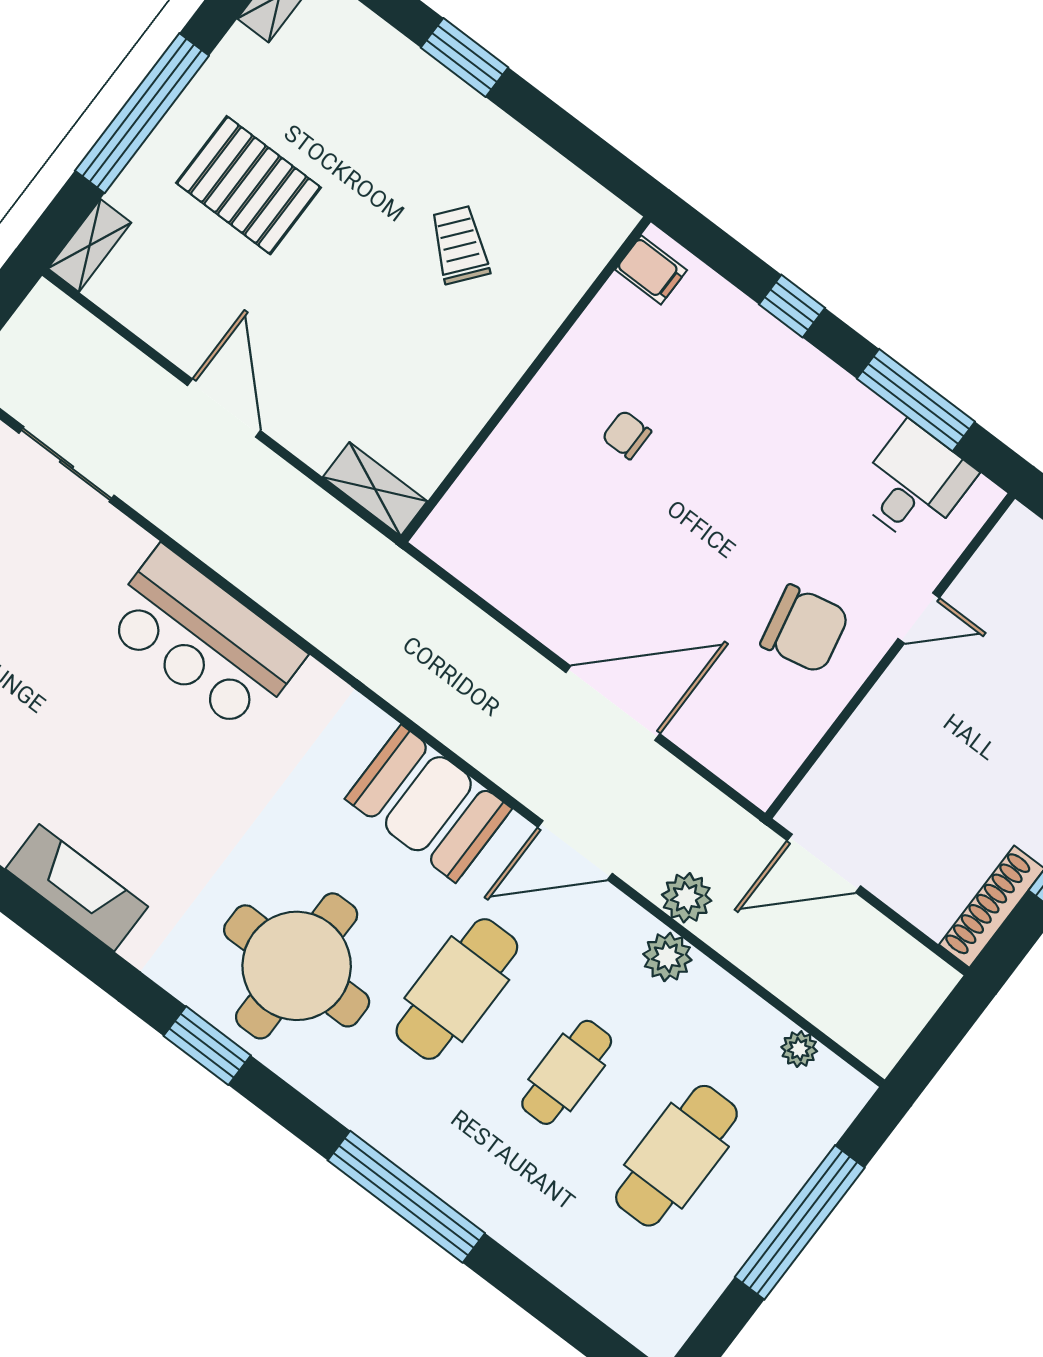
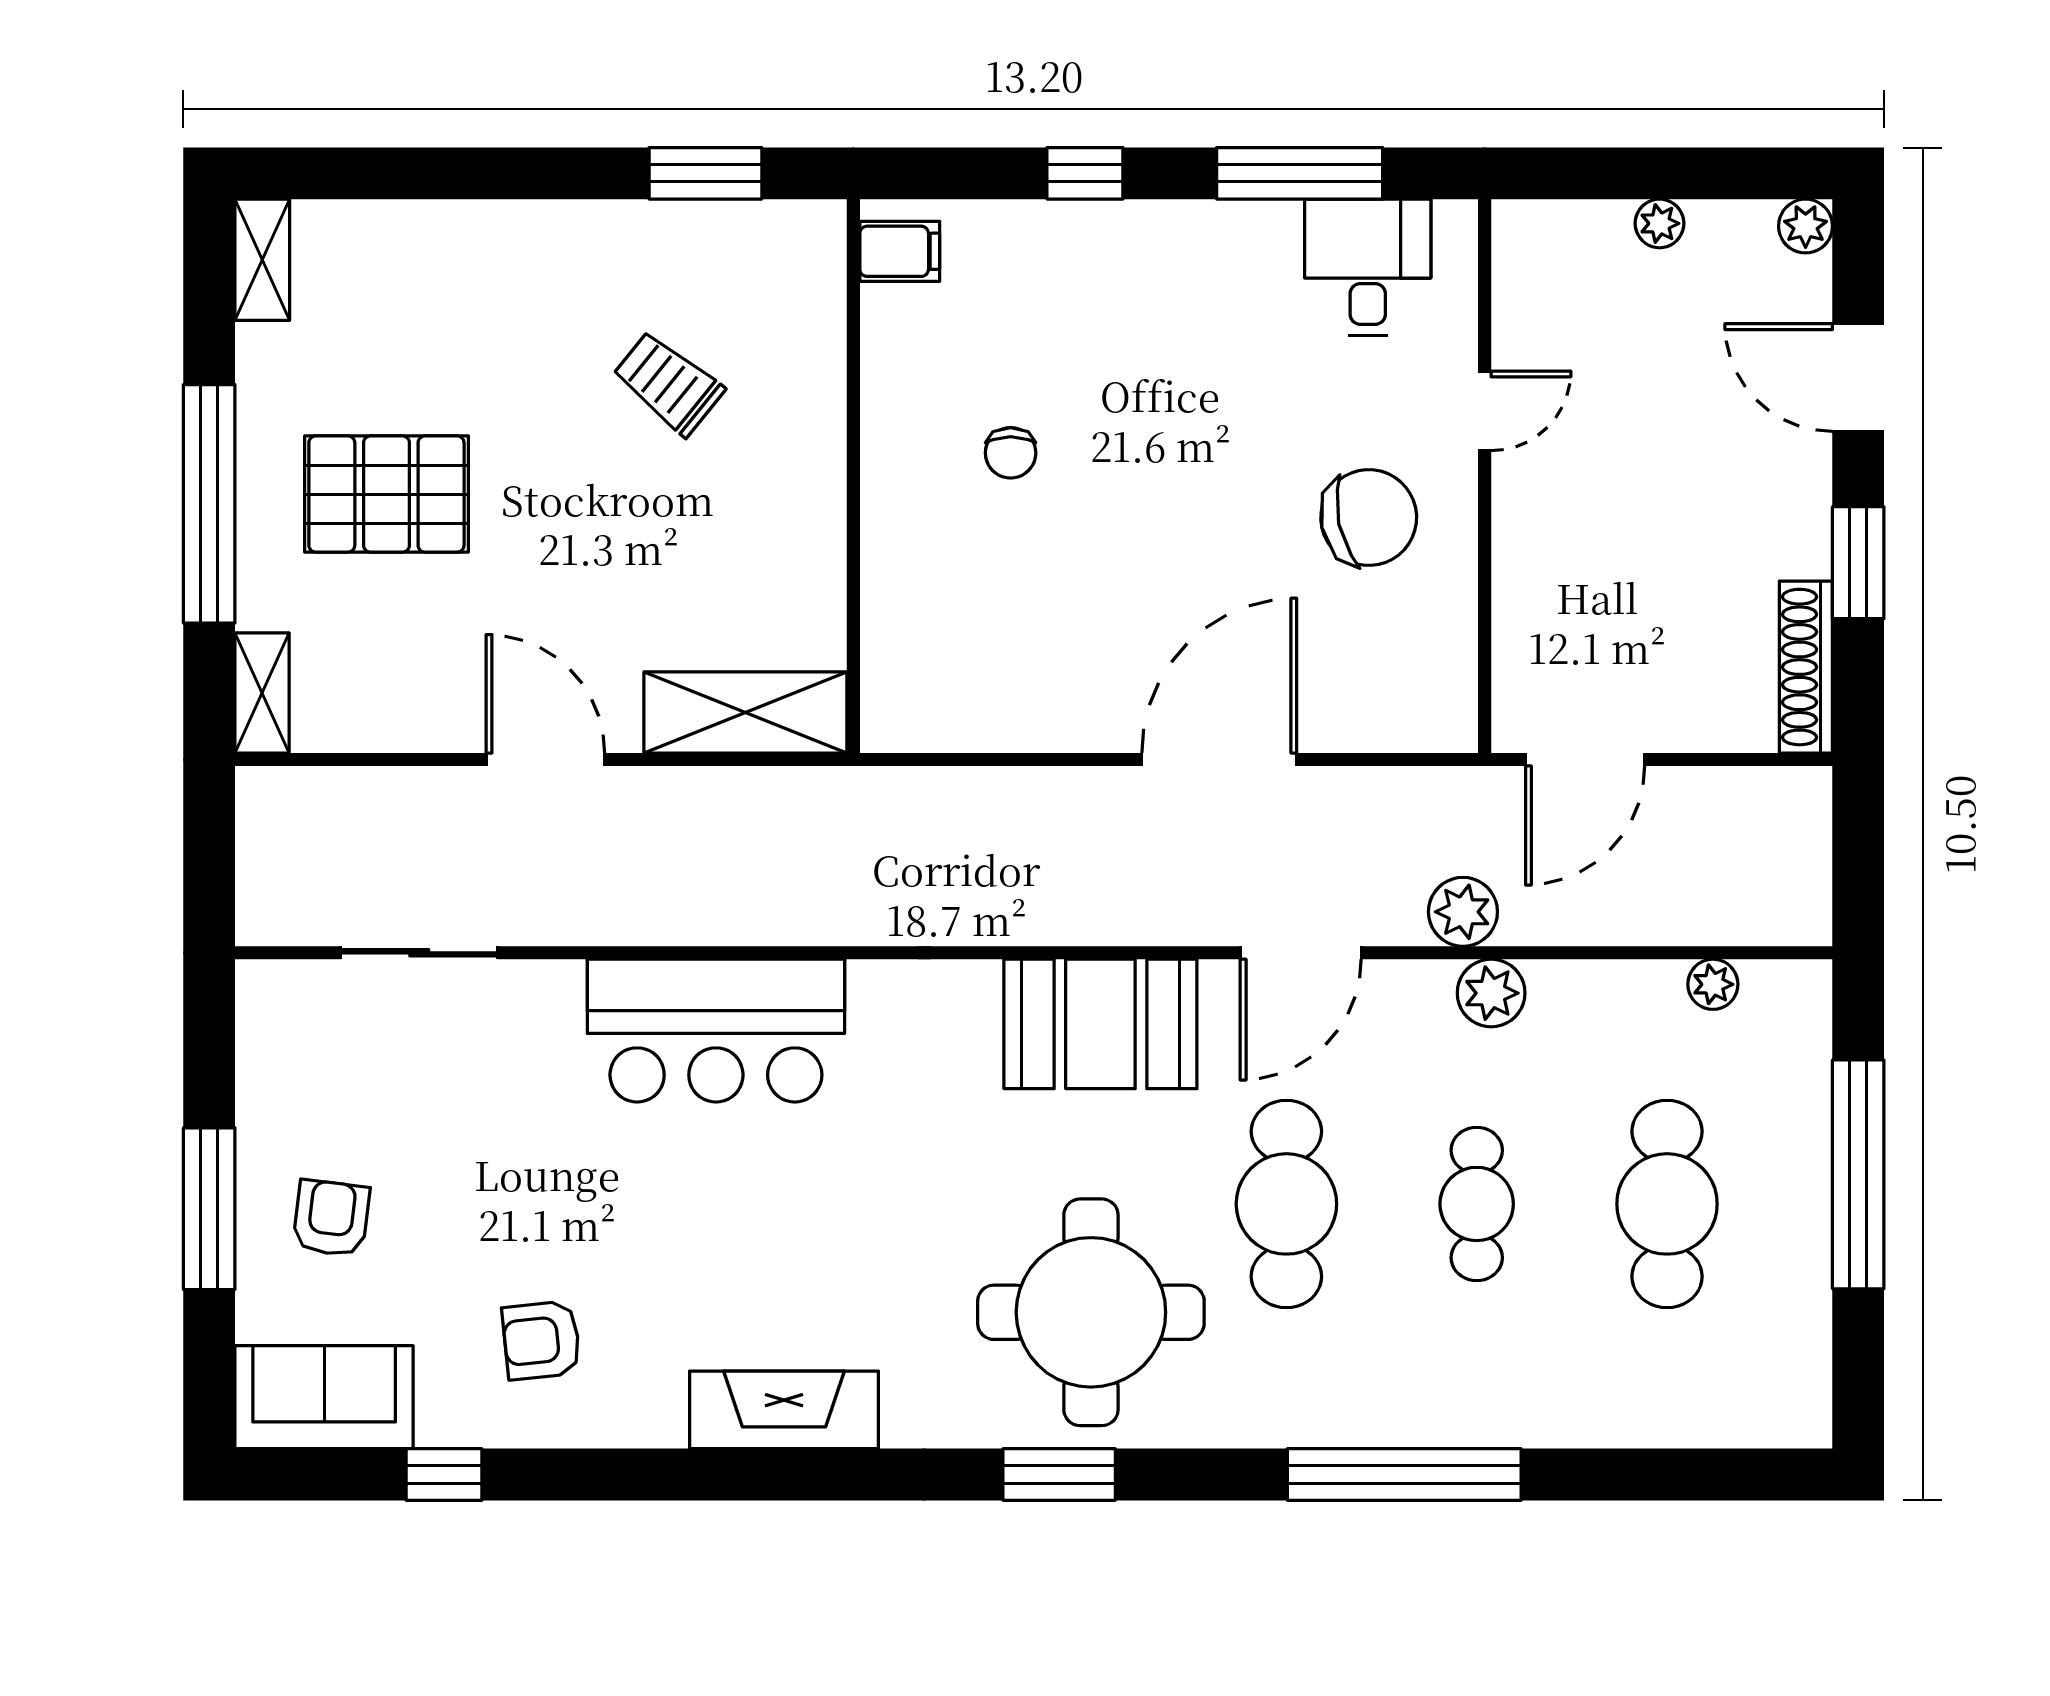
window: (465, 57) -> (705, 173), moved
chair: (627, 435) -> (1011, 453), turned -90
shelving: (375, 489) -> (745, 712), width x1.50, depth x1.33

